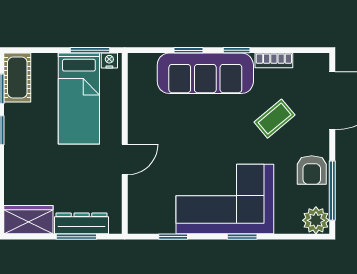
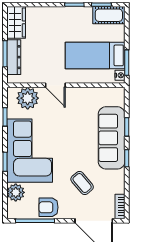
bookcase: (274, 60) -> (120, 206), moved
plant: (145, 202) -> (28, 98), added
plant: (316, 220) -> (16, 192), moved

